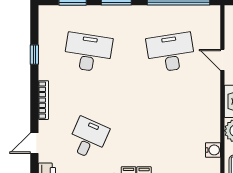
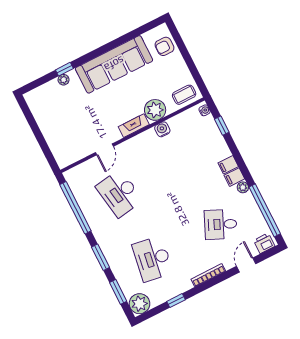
plant: (50, 17) -> (139, 304), added
door: (34, 143) -> (246, 265), swing flipped
water cooler: (213, 150) -> (162, 129), moved

